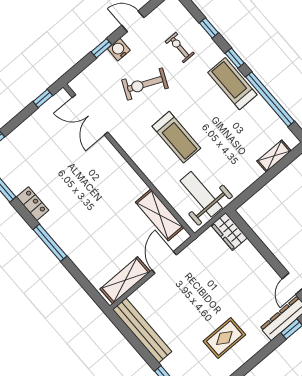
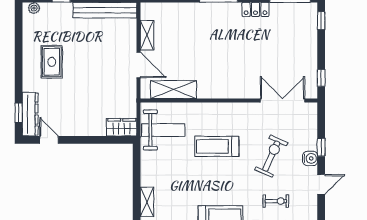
shelving: (125, 280) -> (147, 35), width x0.67, depth x0.75

